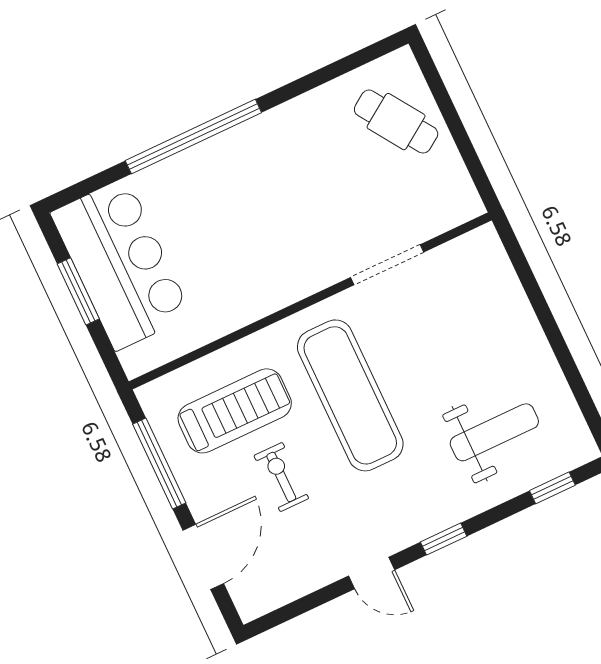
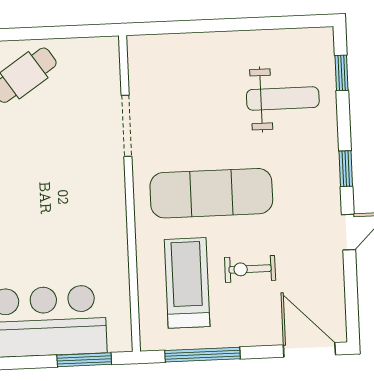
window: (78, 291) -> (84, 360), moved
weight bench: (494, 432) -> (283, 98), turned 90
door: (203, 557) -> (309, 350), moved

